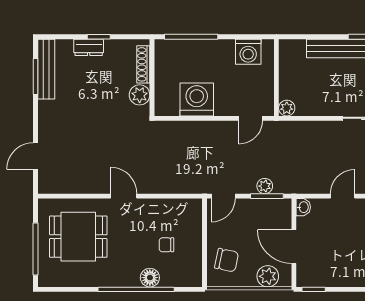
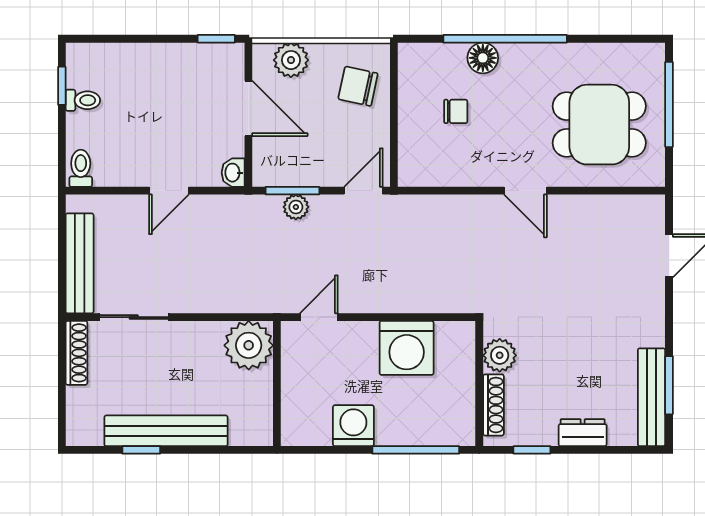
window: (99, 37) -> (532, 450), moved
washing machine: (248, 52) -> (353, 426), moved
plant: (287, 108) -> (249, 345), width x1.88, depth x1.88

